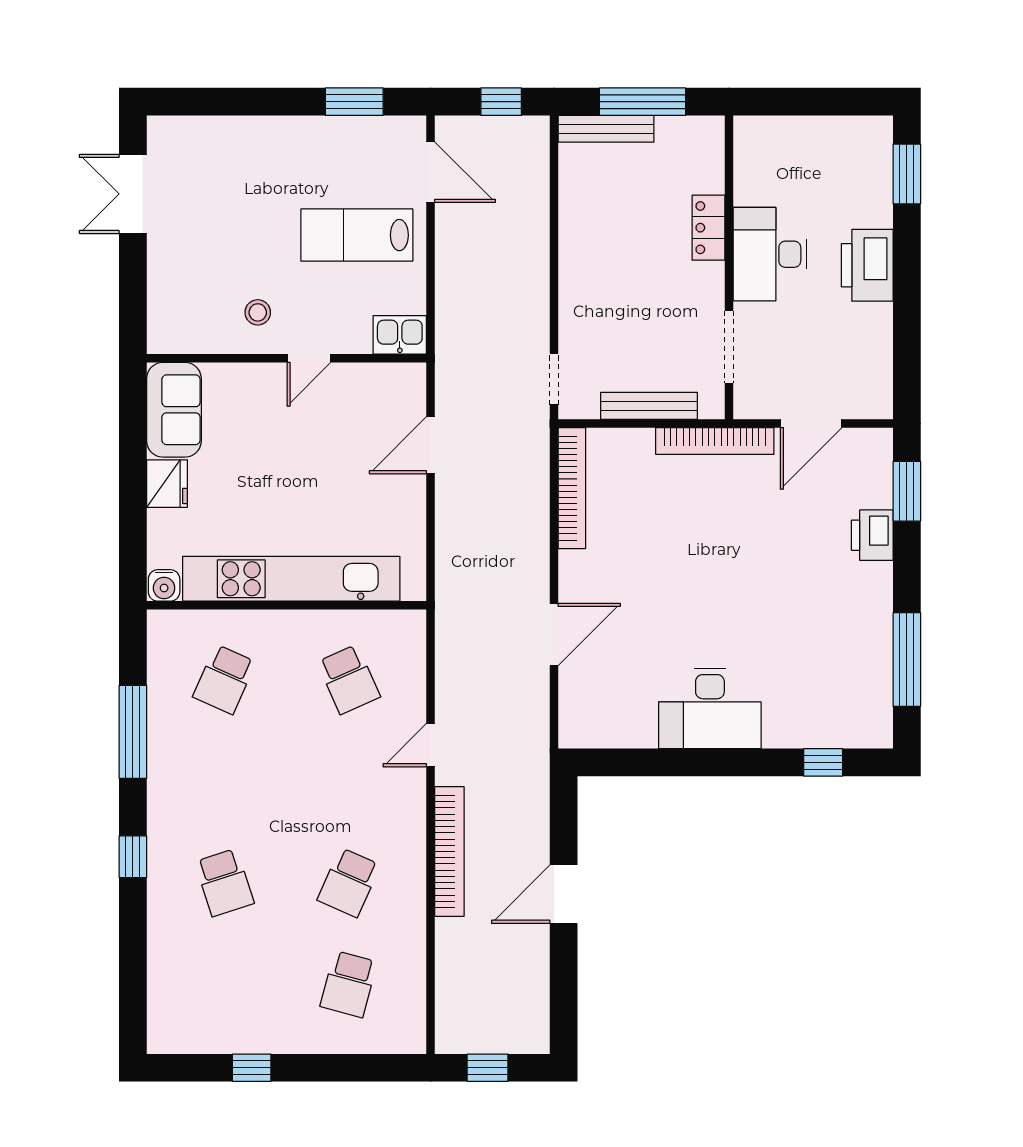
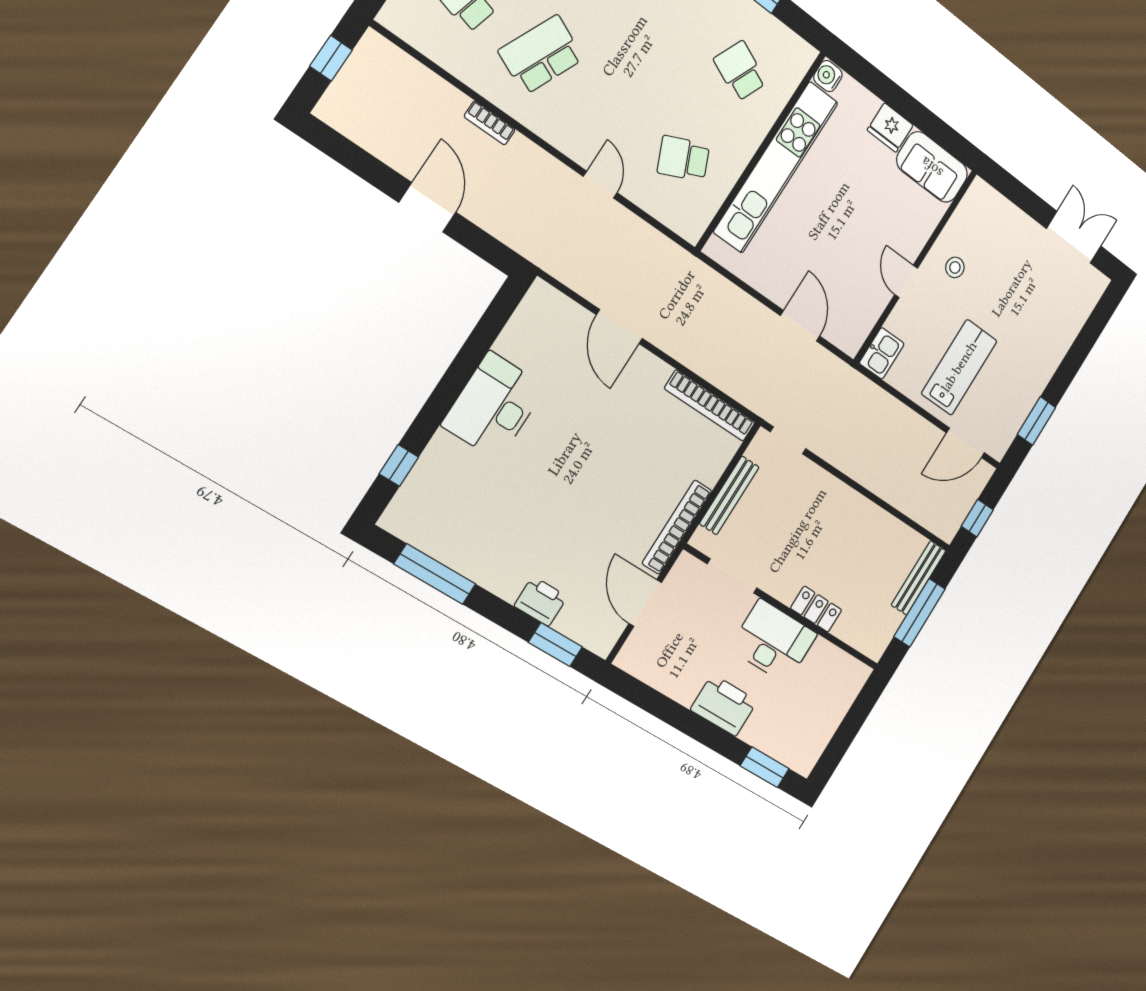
bookcase: (449, 851) -> (490, 123), width x0.43, depth x0.76
school desk: (349, 883) -> (541, 55), width x1.85

